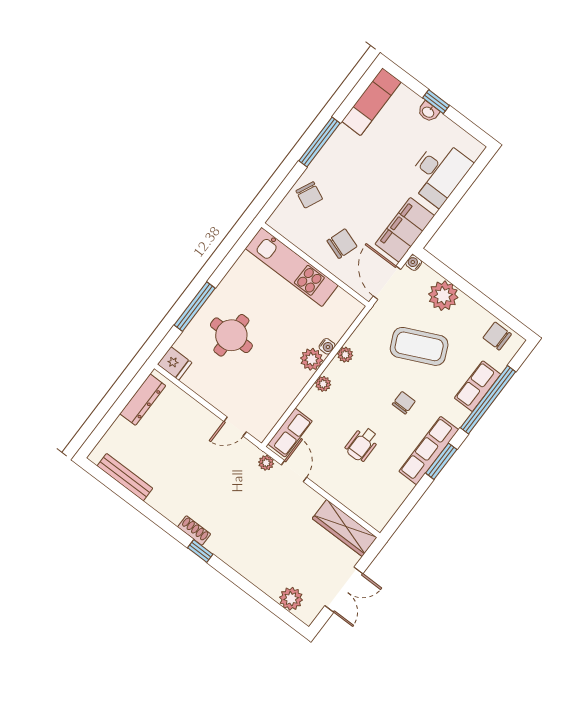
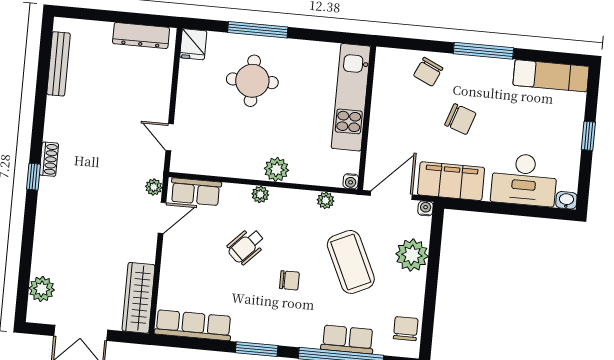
washbasin: (428, 112) -> (566, 200), moved, turned 90
chair: (342, 244) -> (460, 119), moved
water cooler: (327, 346) -> (351, 181), moved
plant: (345, 355) -> (326, 200), moved
wheelchair: (362, 444) -> (246, 246), moved, turned -46
row of seats: (429, 451) -> (193, 325), moved

